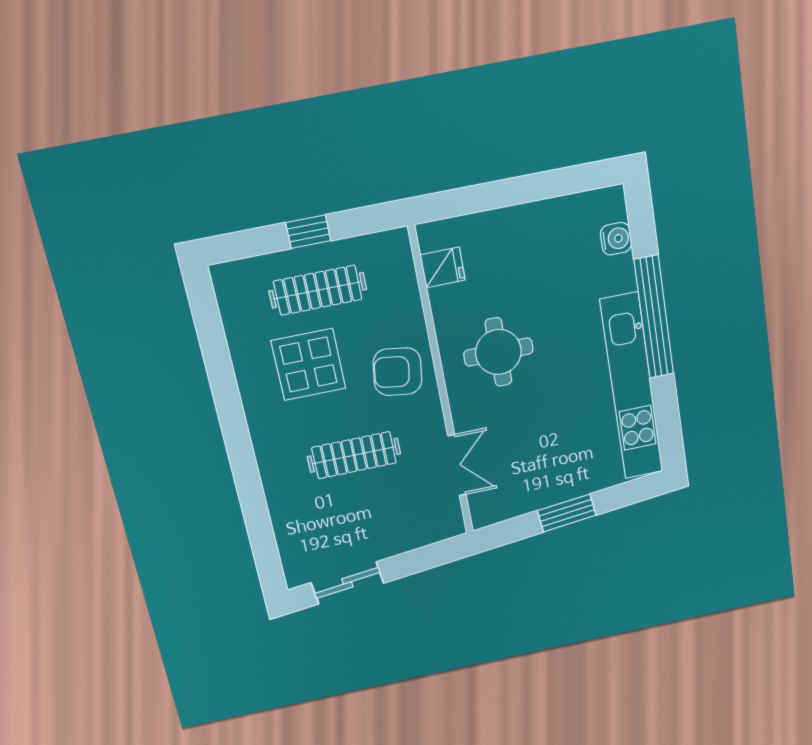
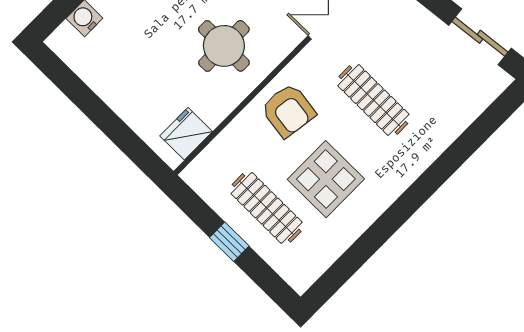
fridge: (443, 267) -> (186, 134), width x1.38

